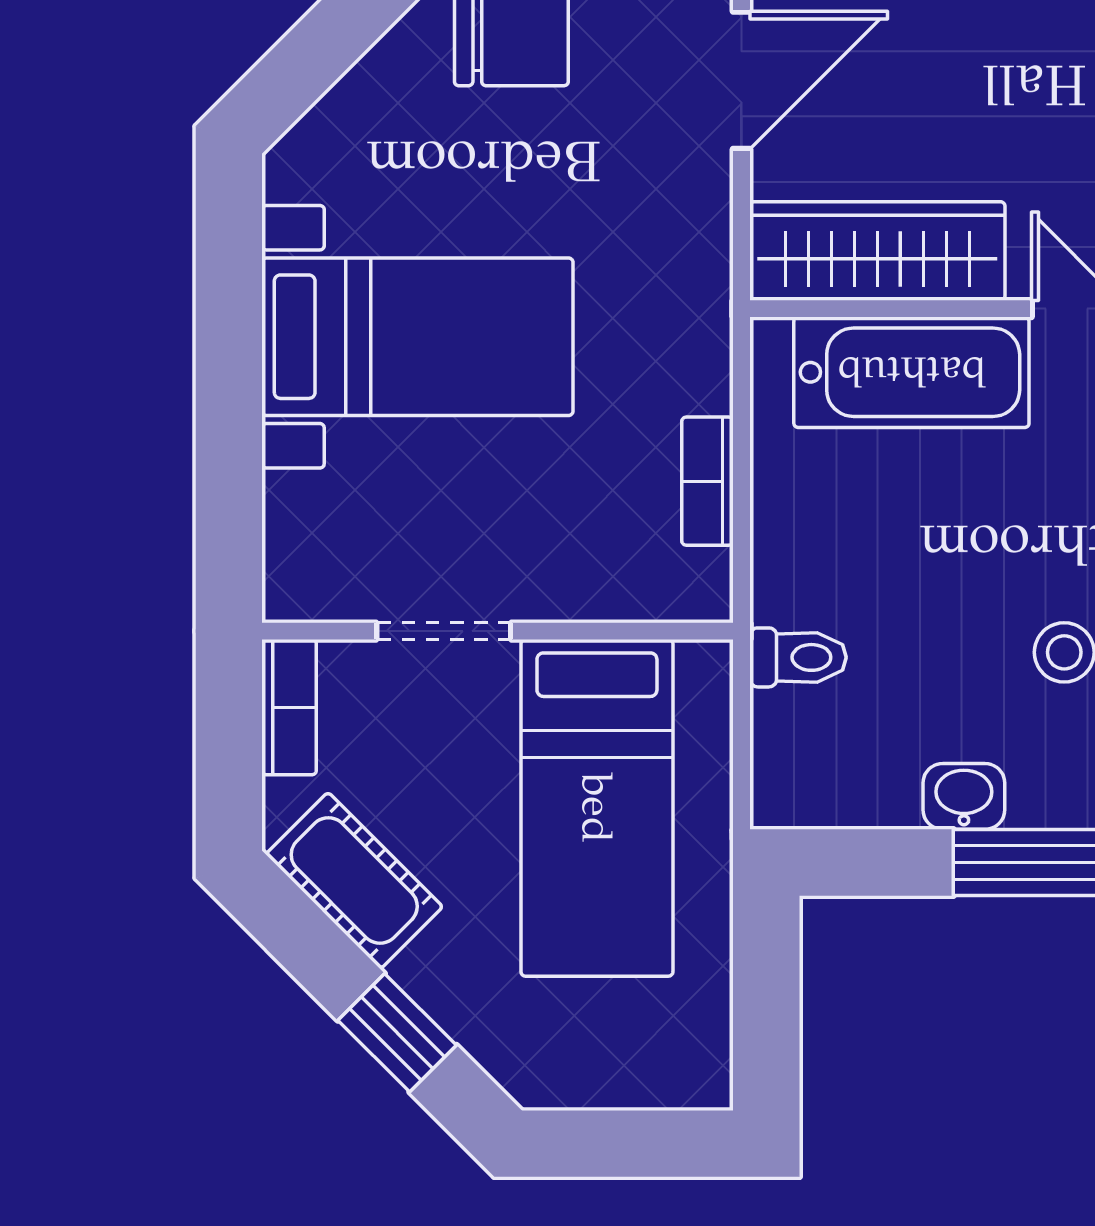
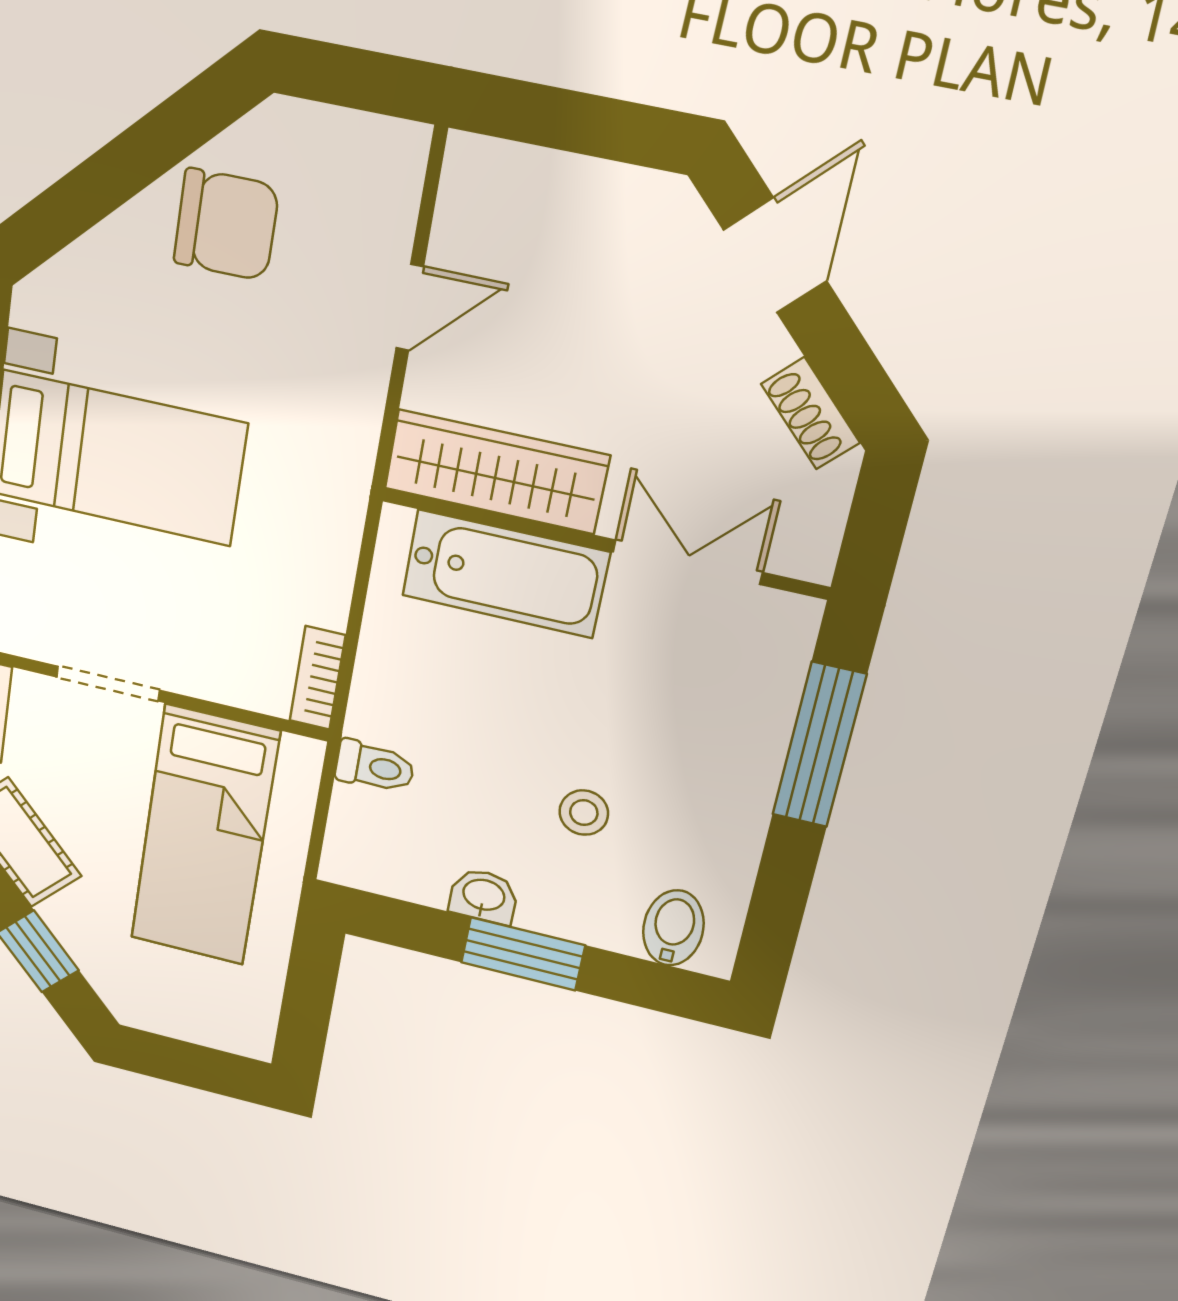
door: (741, 80) -> (410, 307), width x0.73
bookcase: (708, 481) -> (317, 678), moved

